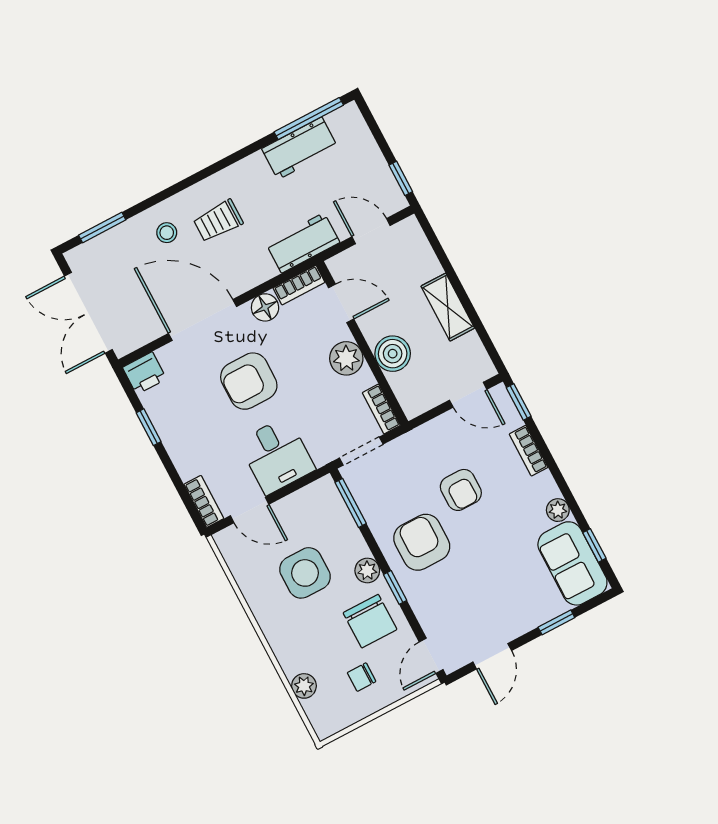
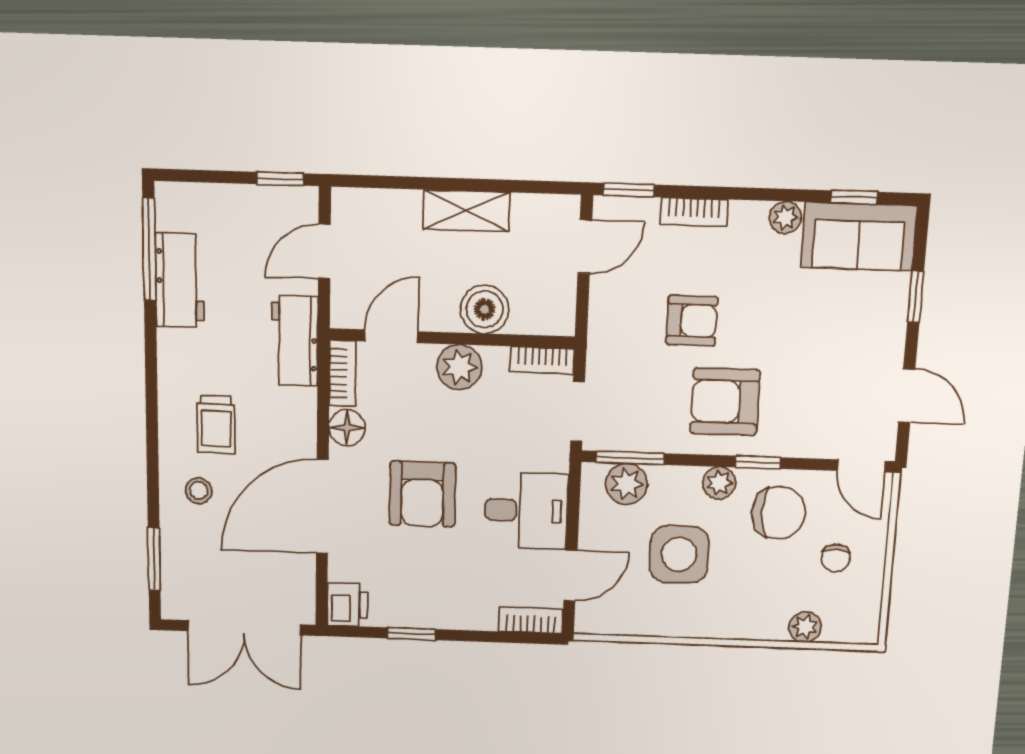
plant: (332, 511) -> (627, 484), added

